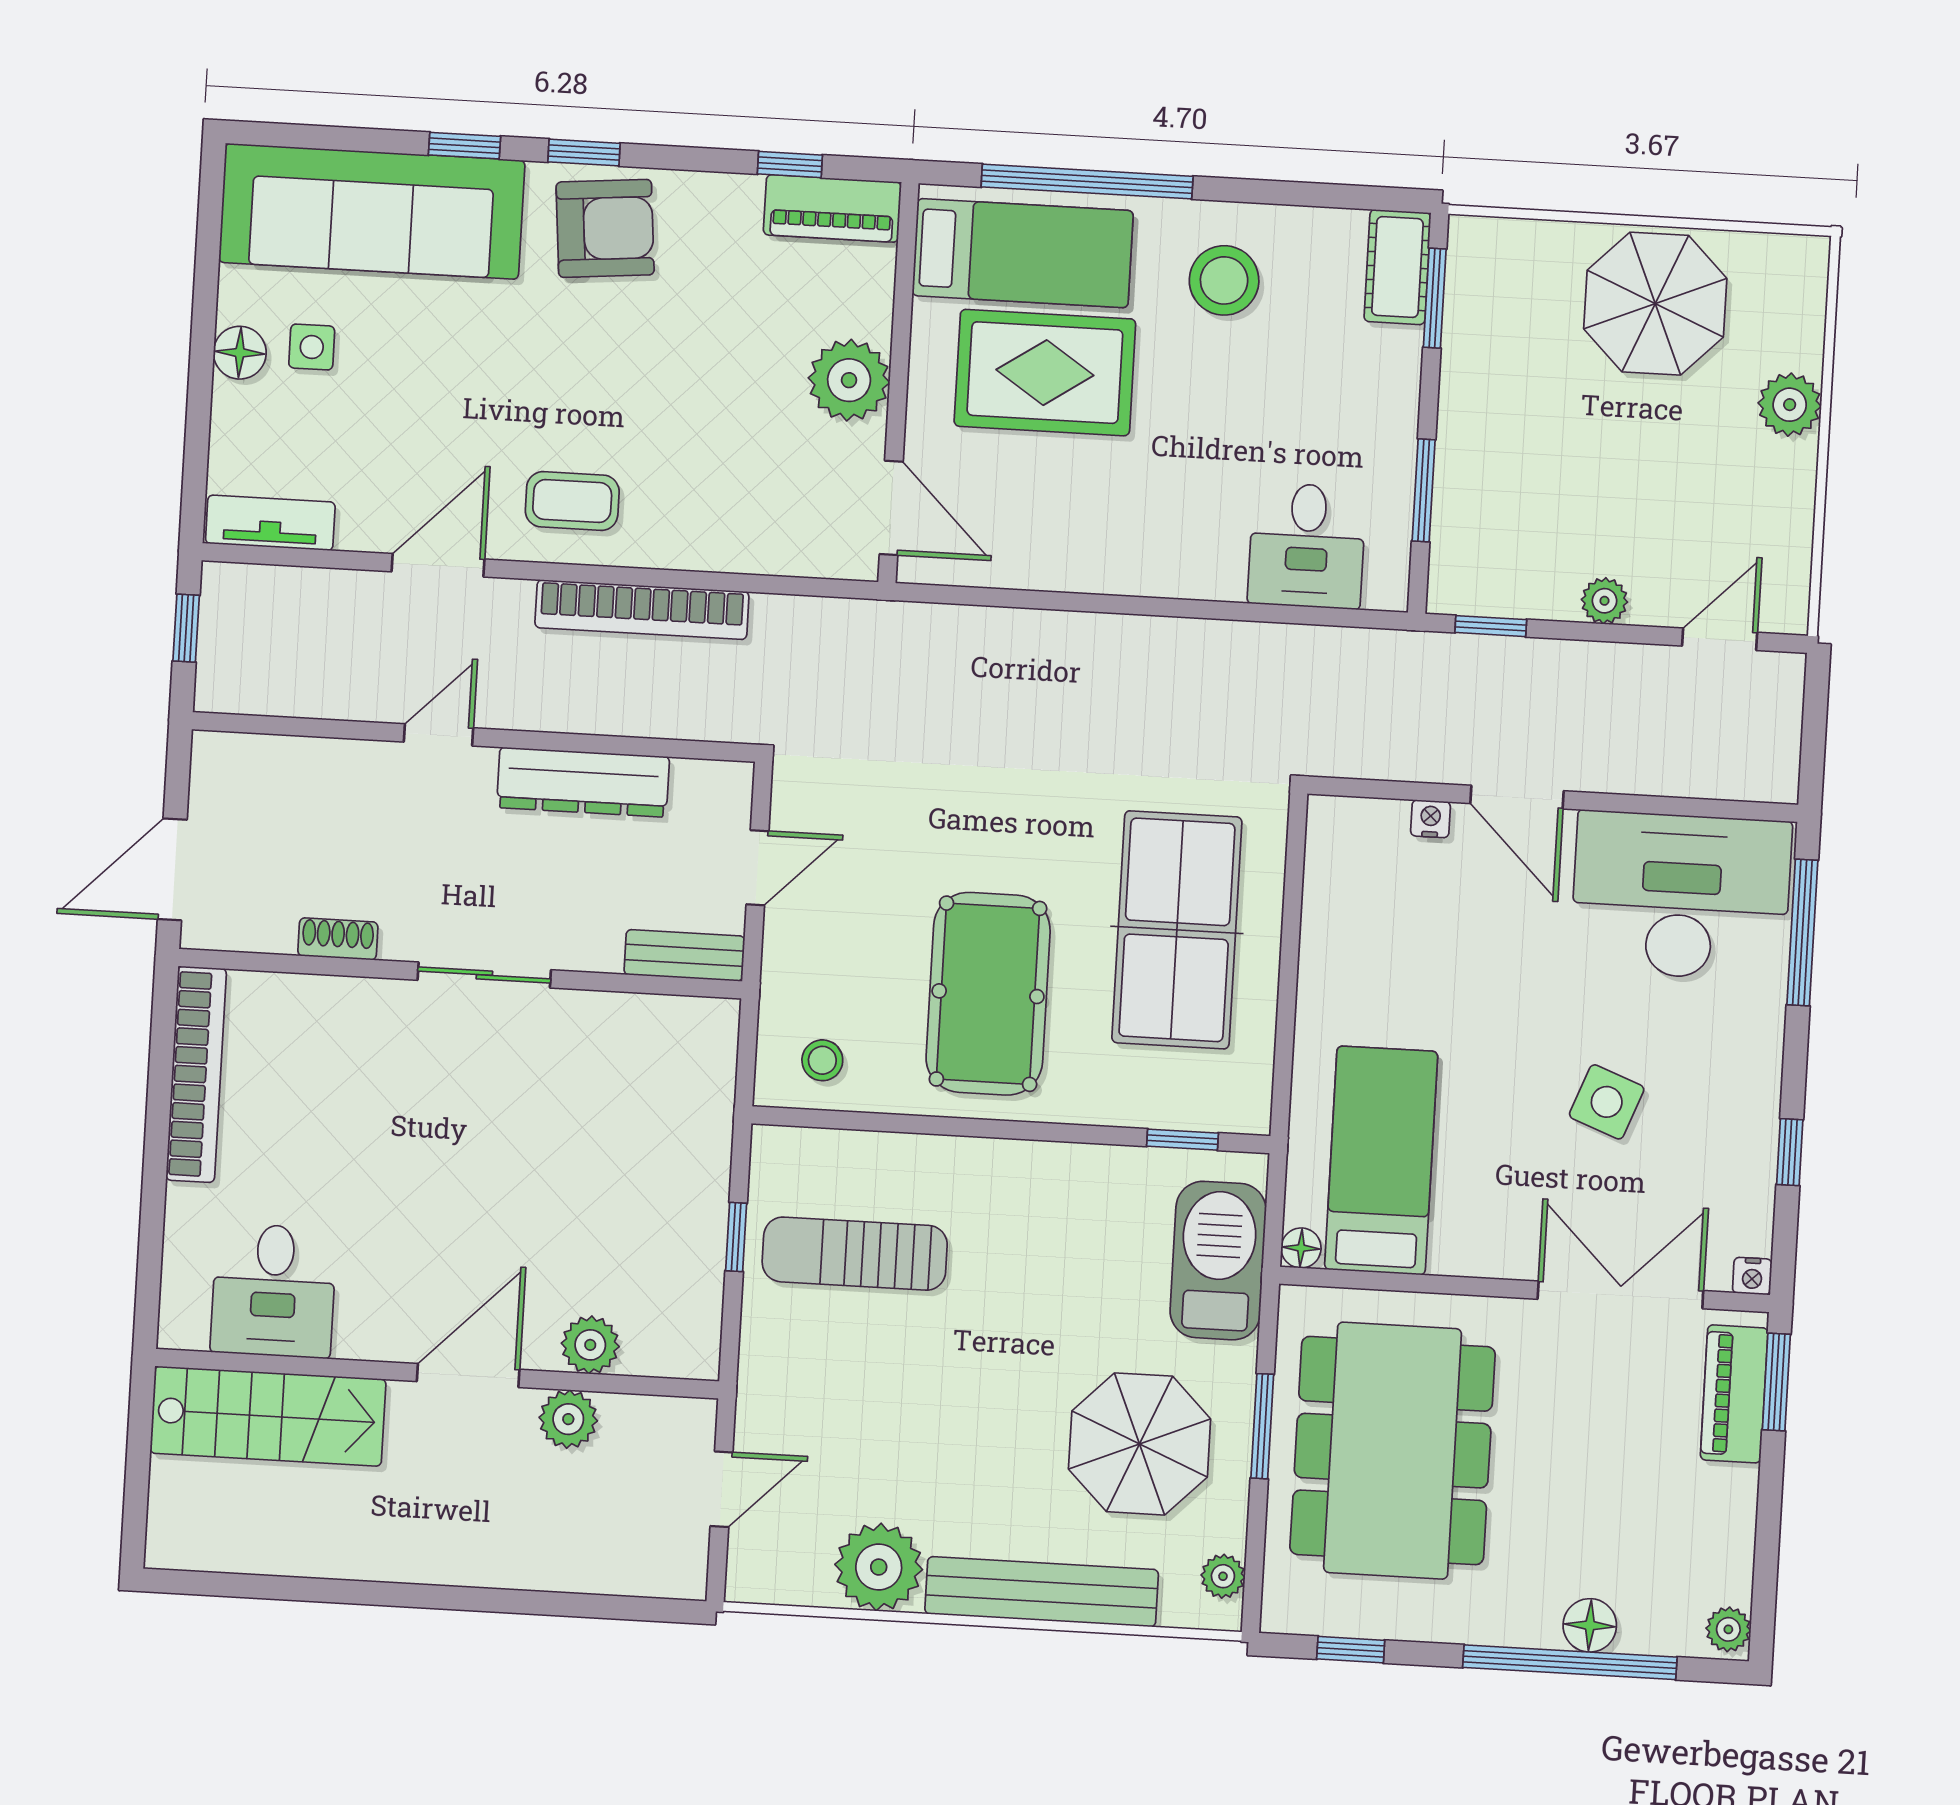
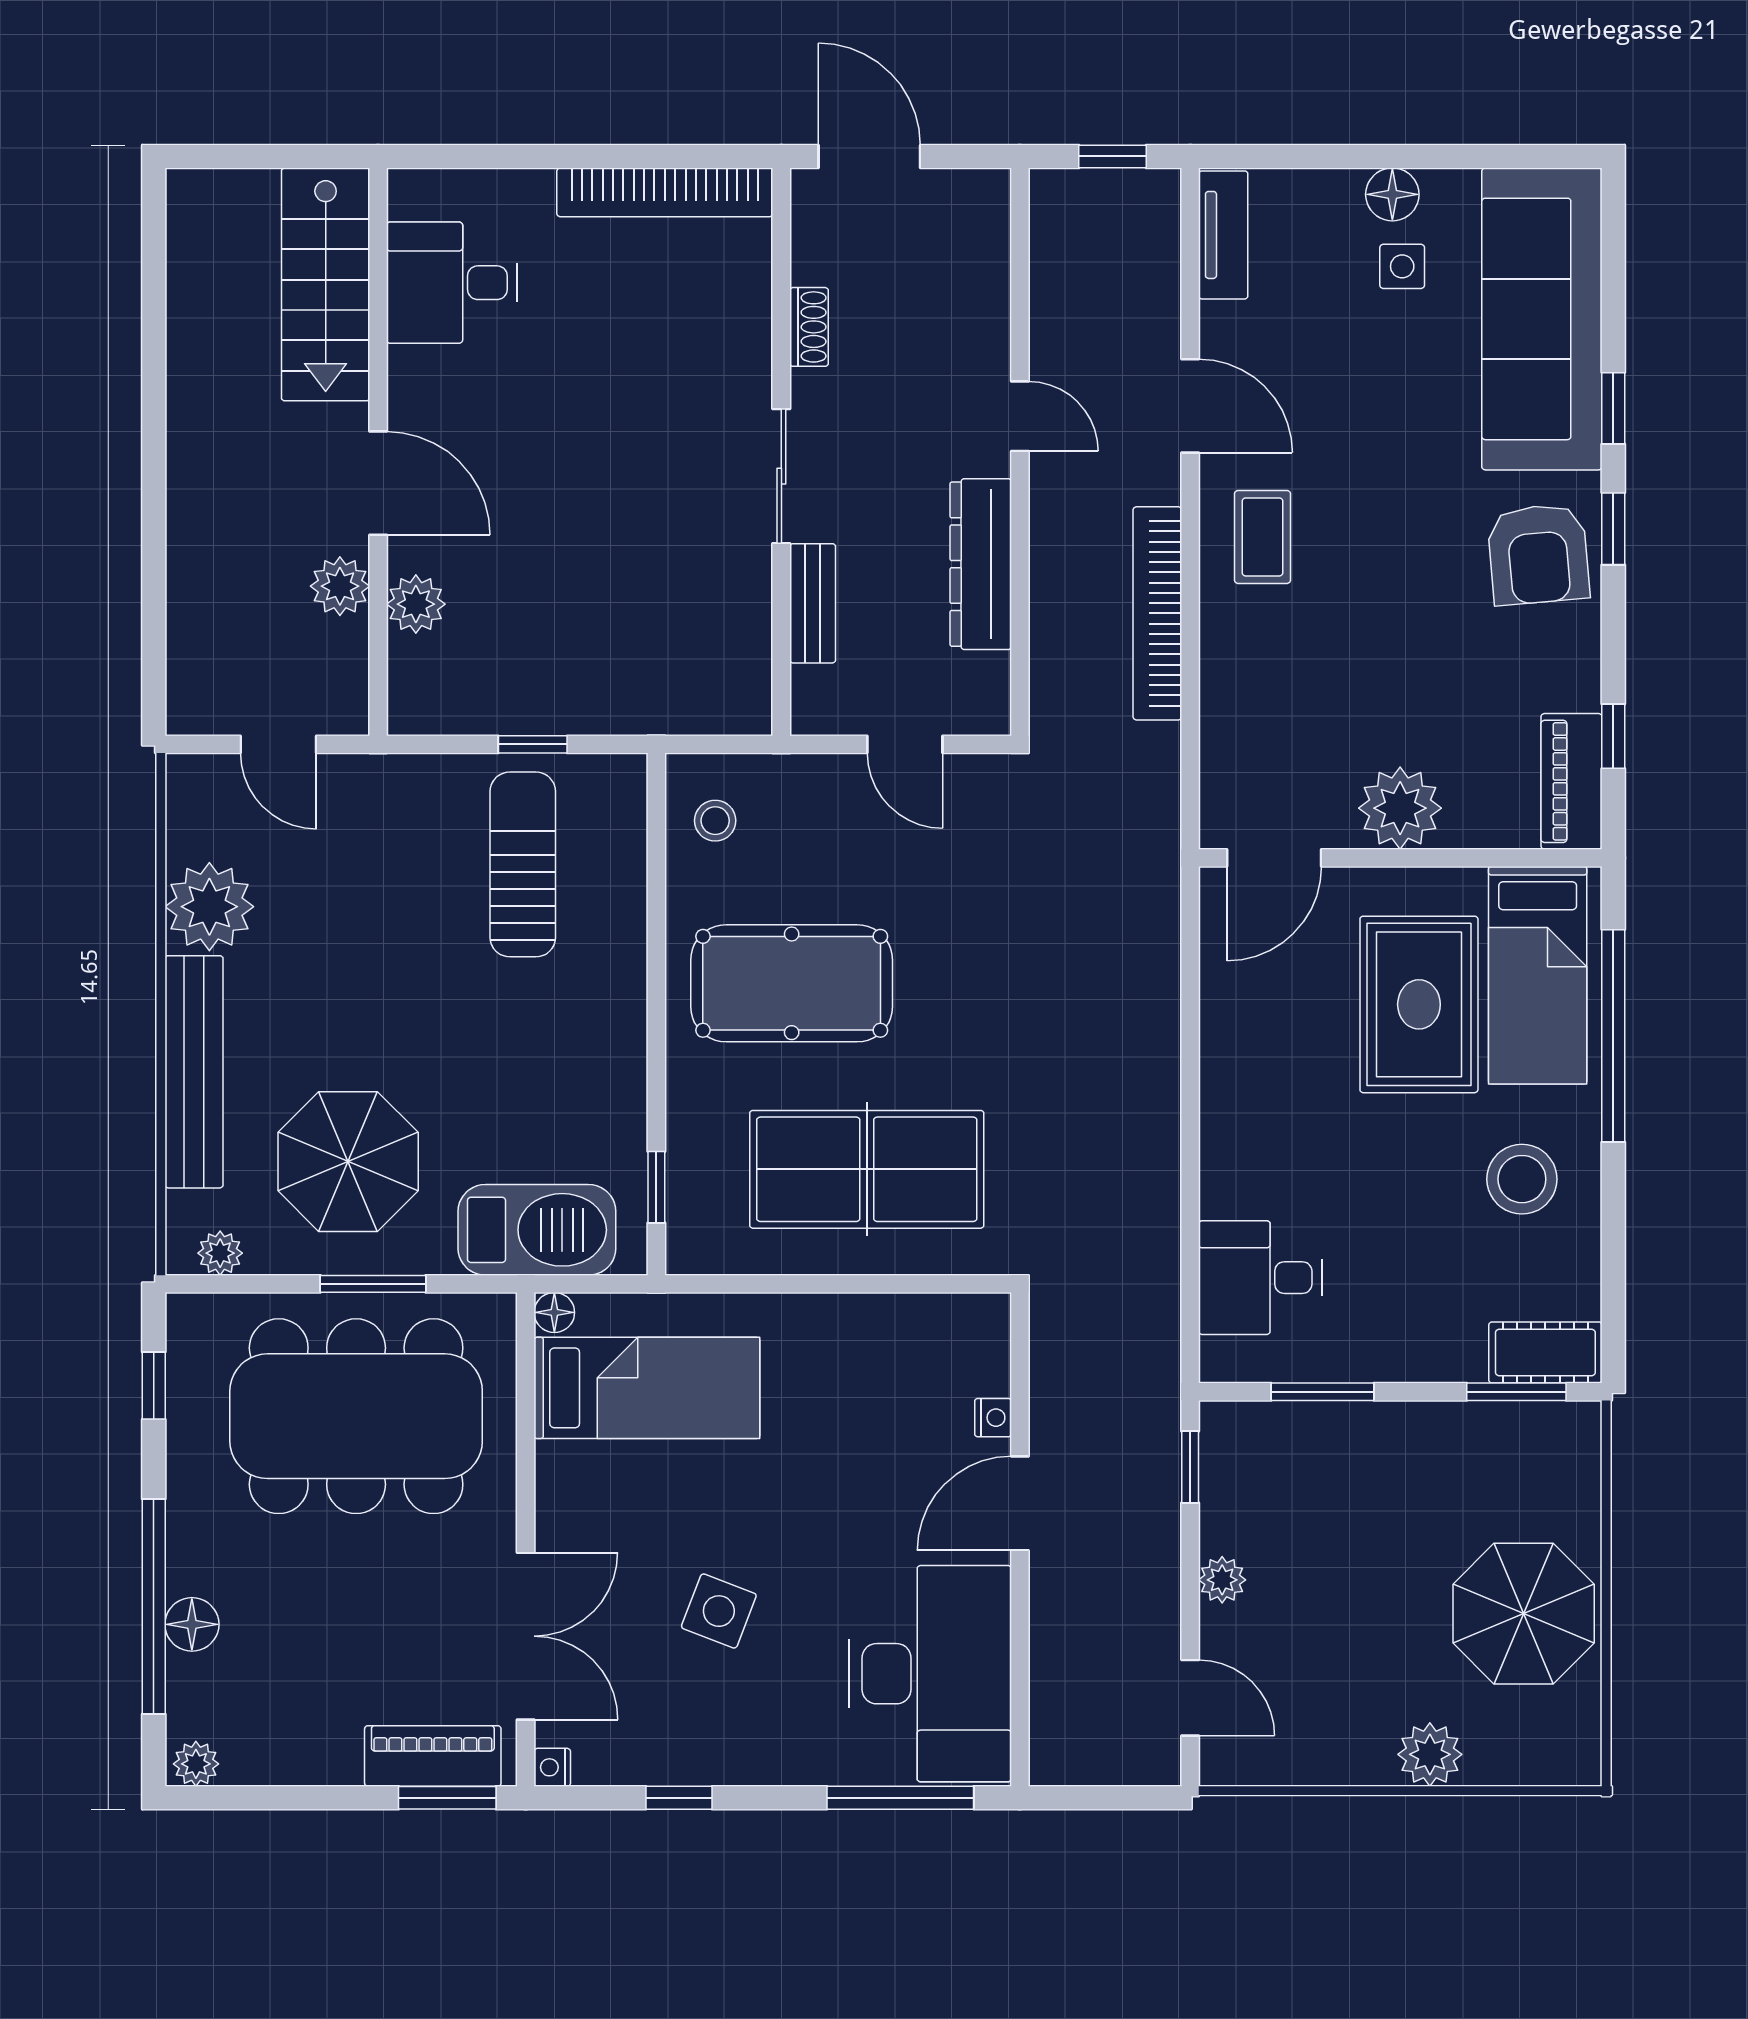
bench: (684, 955) -> (813, 603), moved

